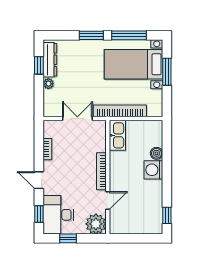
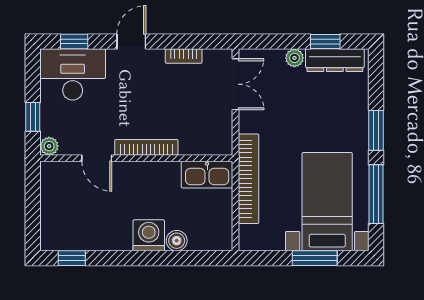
double door: (77, 119) -> (235, 84), moved
plant: (96, 224) -> (49, 146), width x0.53, depth x0.53
window: (68, 238) -> (33, 117), moved

